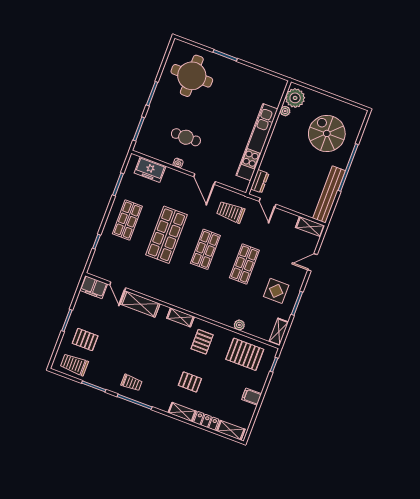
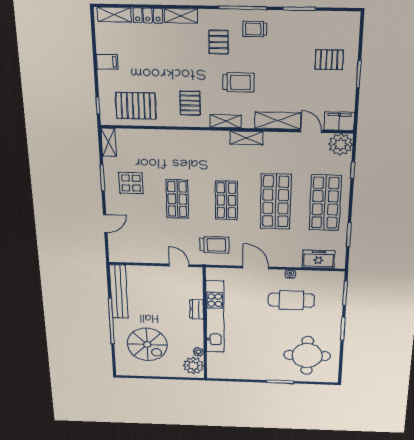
cafe table: (186, 137) -> (291, 300), width x1.37, depth x1.35
dresser: (260, 181) -> (197, 309), moved
shop shelf: (127, 220) -> (325, 203), width x1.43, depth x1.36
shelving: (310, 227) -> (246, 138), moved
plant: (239, 325) -> (341, 144), moved, width x1.87, depth x1.87
trolley: (74, 365) -> (238, 82), moved
pallet: (190, 382) -> (219, 42), moved, turned 90

